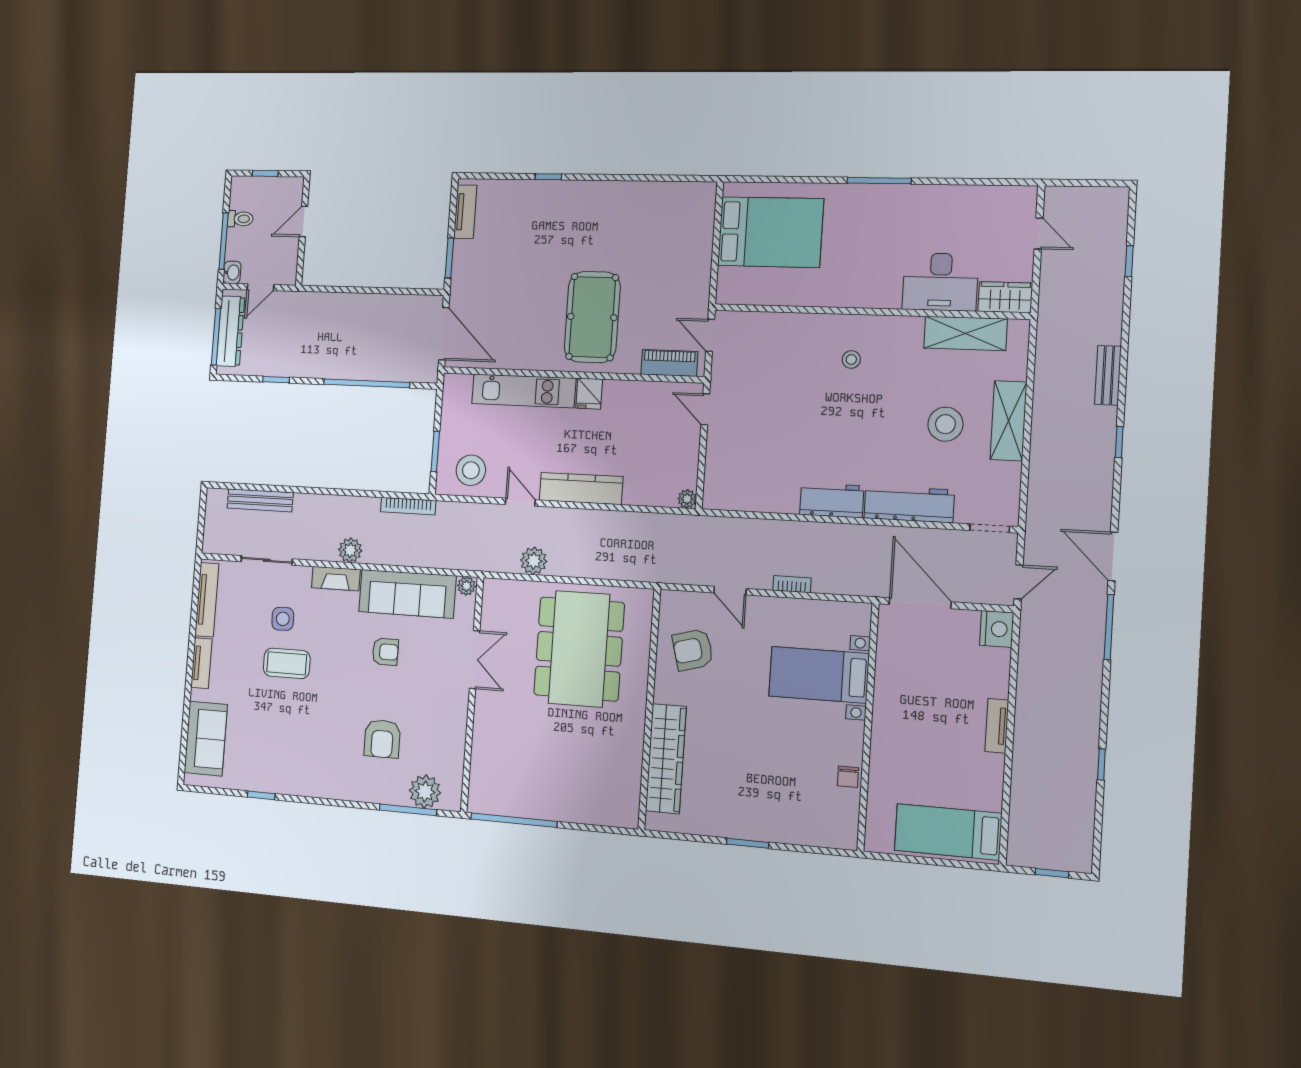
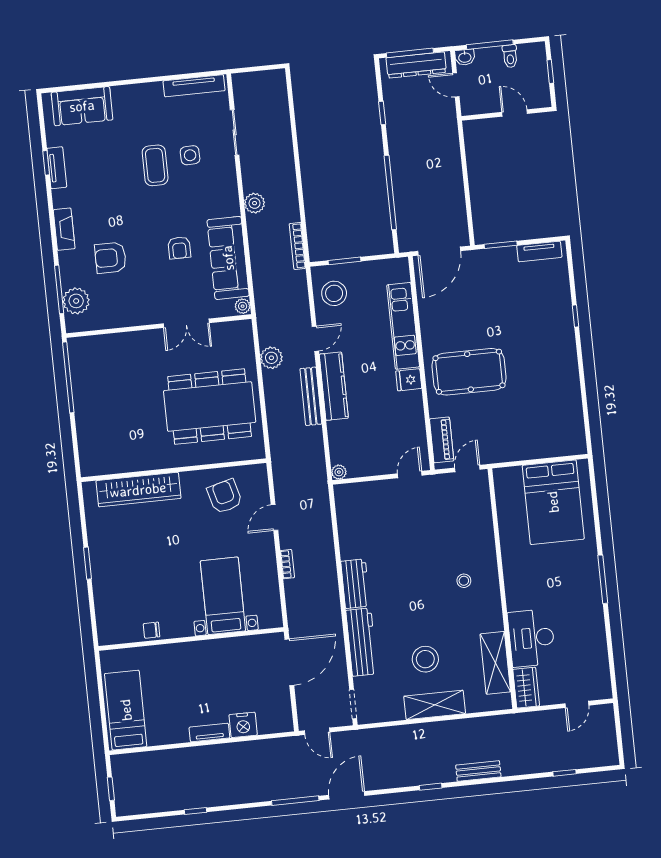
bench: (260, 500) -> (311, 396), moved
fireplace: (336, 579) -> (64, 229), moved, turned 180
nightstand: (997, 629) -> (243, 725), moved
tv unit: (201, 663) -> (57, 168), moved, turned -90

